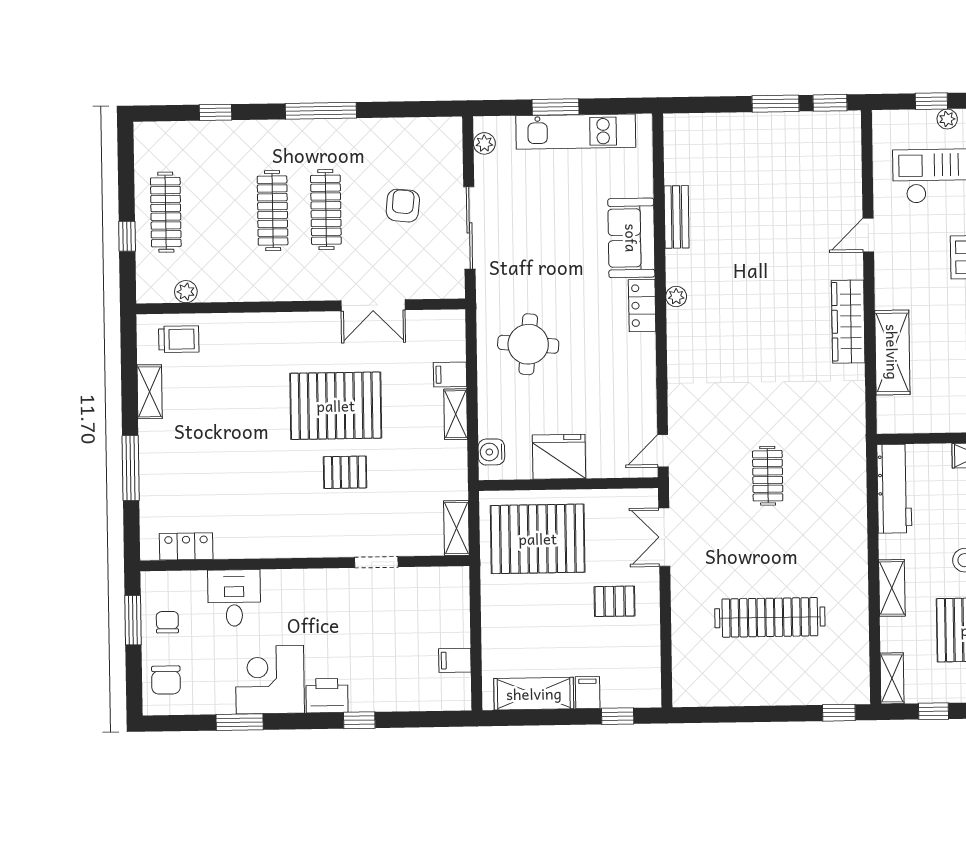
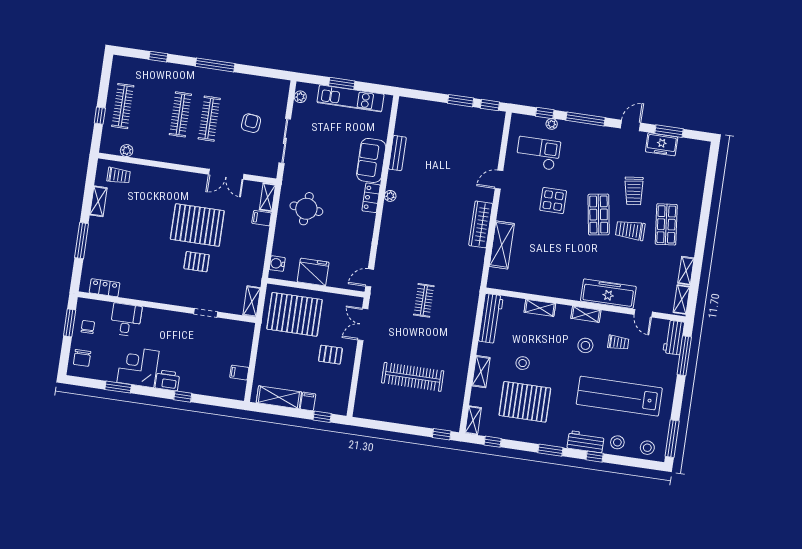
shelving: (456, 414) -> (267, 197), moved

